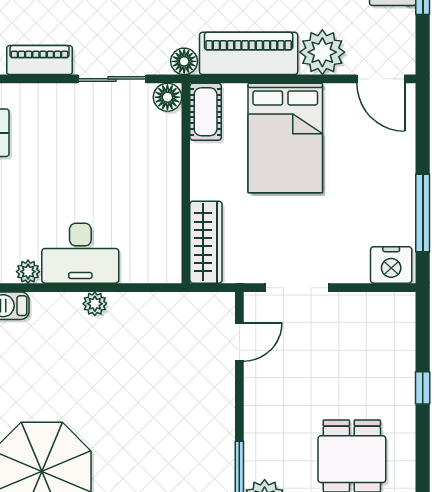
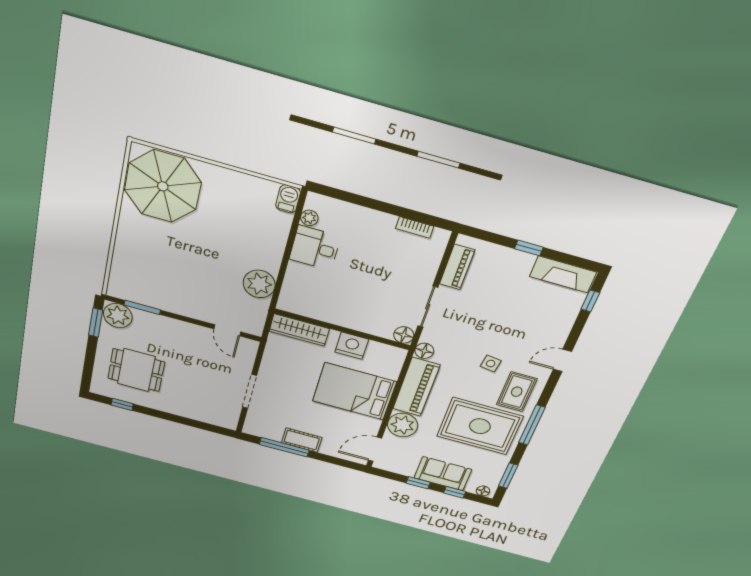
cot: (206, 112) -> (302, 440), moved
desk: (80, 253) -> (315, 248), width x0.73
nightstand: (391, 265) -> (352, 346), moved, turned 90
doorway: (297, 288) -> (250, 391), moved
plant: (95, 304) -> (259, 284), moved, width x1.88, depth x1.88
window: (423, 388) -> (122, 404), moved

